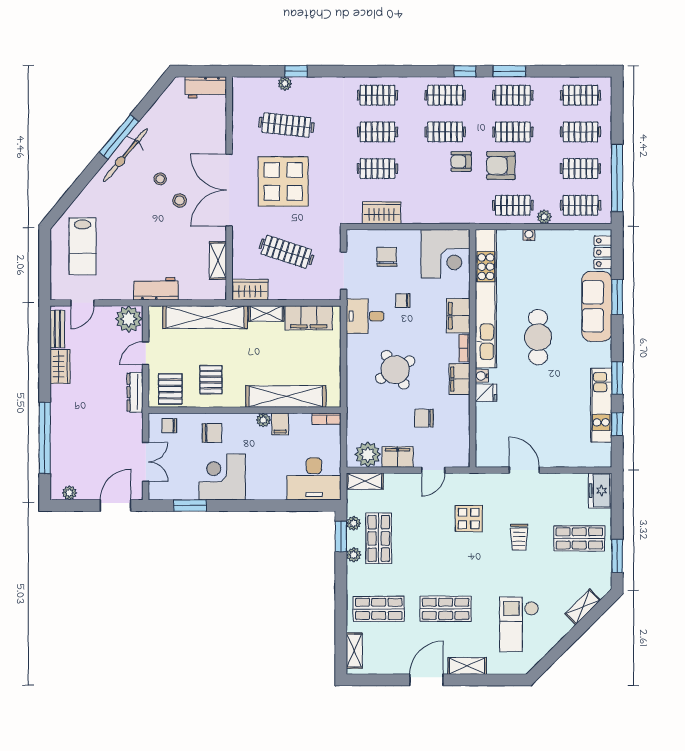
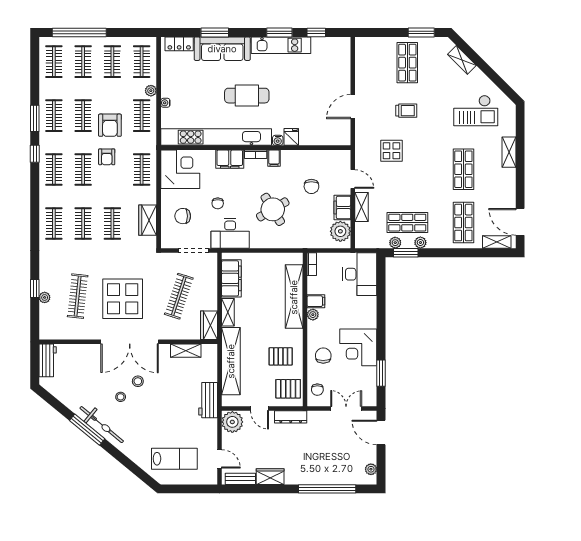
window: (617, 178) -> (79, 32), moved
clothes rail: (445, 205) -> (142, 170), added
desk: (365, 316) -> (230, 233), width x1.37
filing cabinet: (460, 379) -> (274, 158), width x0.50
kitchen unit: (601, 405) -> (281, 45), moved
shelving: (365, 481) -> (362, 207), moved
freezer: (600, 491) -> (369, 46), removed
door: (426, 680) -> (520, 222), moved

